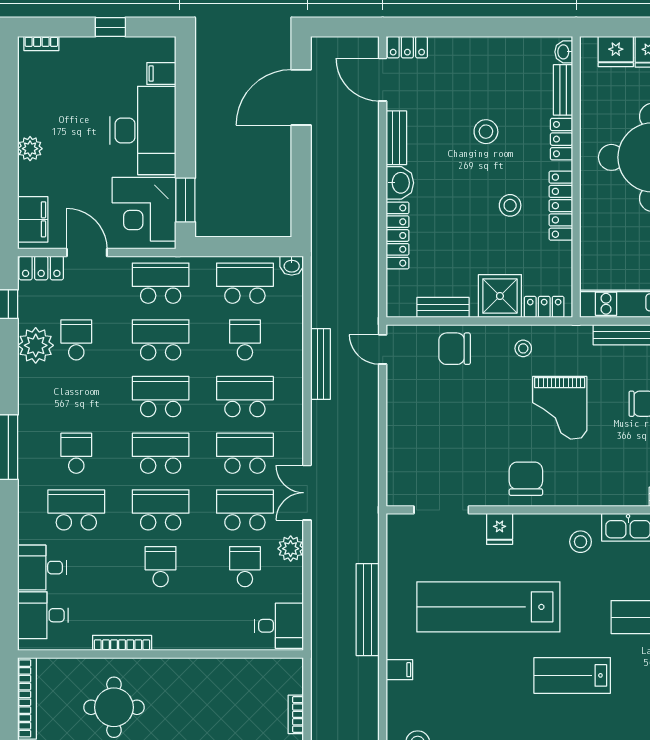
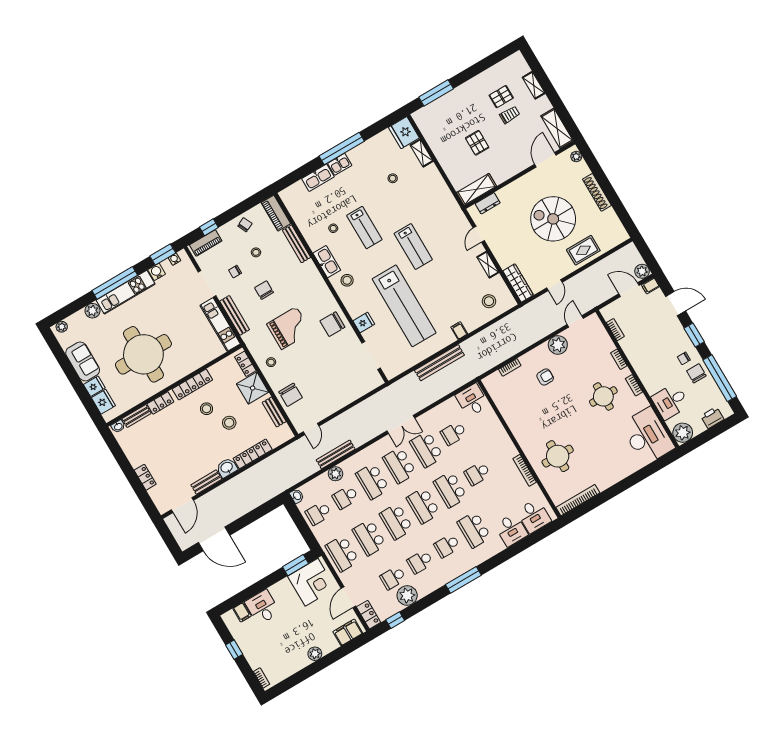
locker: (407, 47) -> (145, 477), moved
desk: (143, 130) -> (262, 607), width x0.53, depth x0.77
stool: (486, 132) -> (229, 423), moved
school desk: (245, 283) -> (318, 513), width x0.54
school desk: (76, 397) -> (420, 562), added
plant: (291, 549) -> (335, 474), moved

